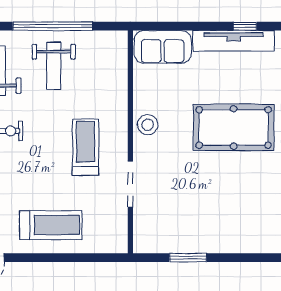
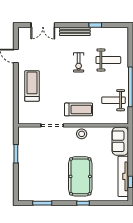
weight bench: (54, 66) -> (114, 100), moved
treadmill: (85, 147) -> (78, 109), moved
treadmill: (51, 225) -> (32, 86), turned 180

